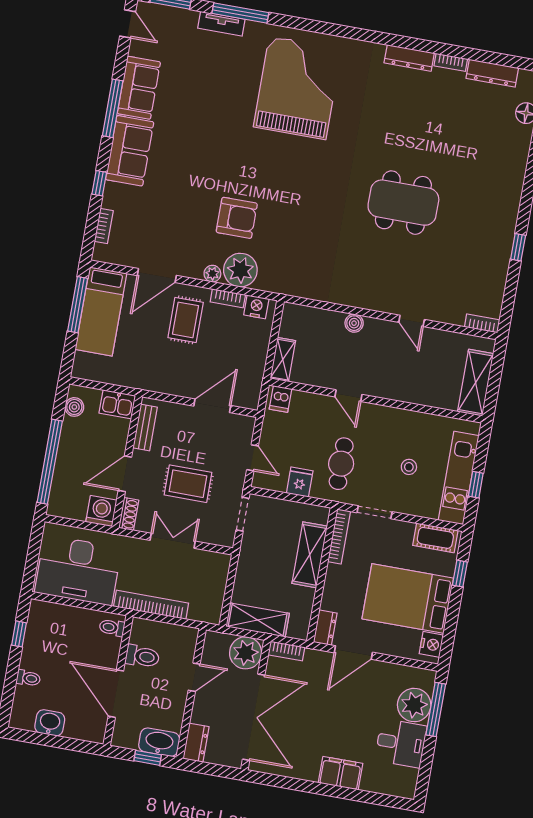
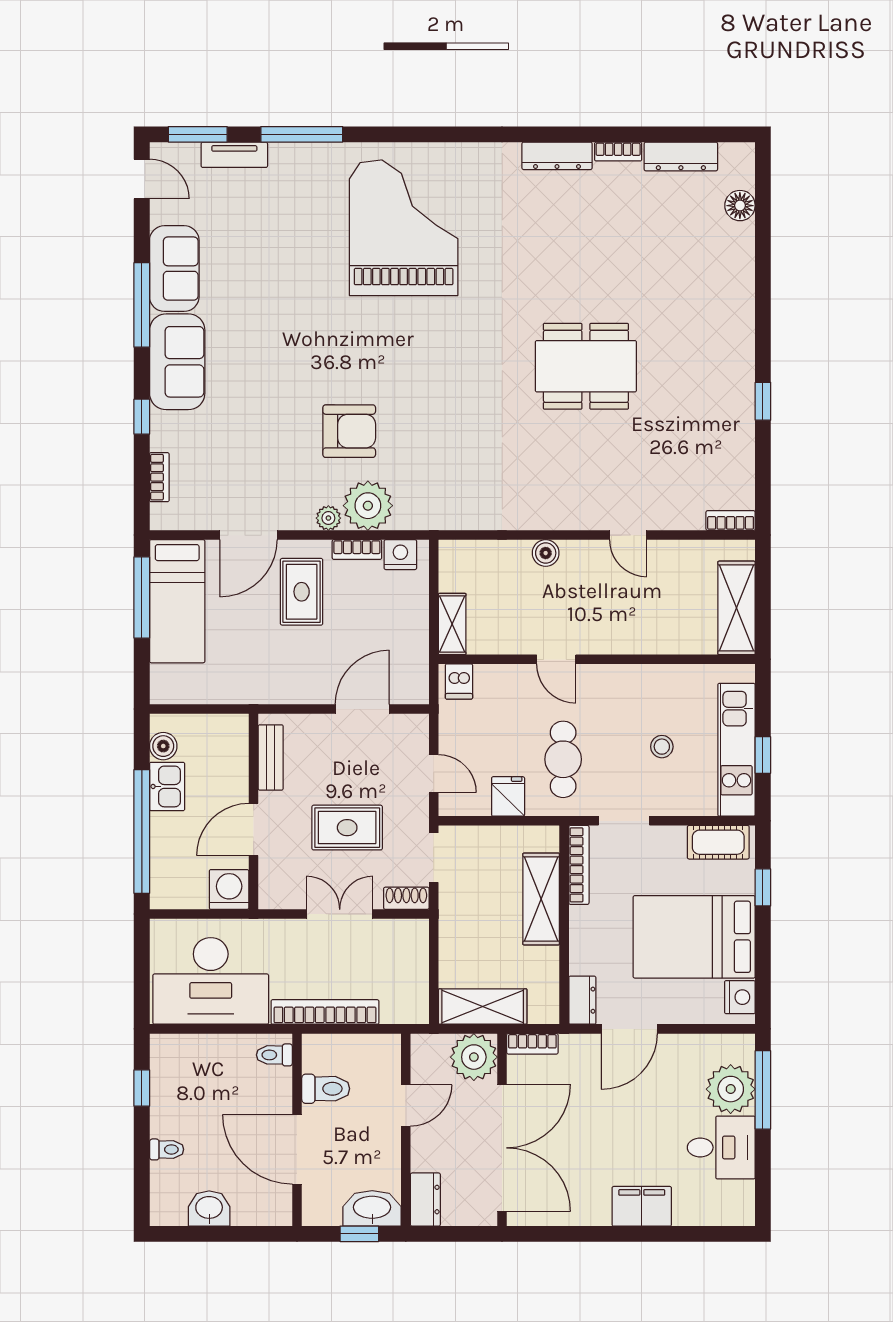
tv unit: (221, 24) -> (234, 155), moved
kitchen sink: (117, 404) -> (167, 786), moved, turned -90
shoe rack: (129, 514) -> (406, 898), moved, turned -90

